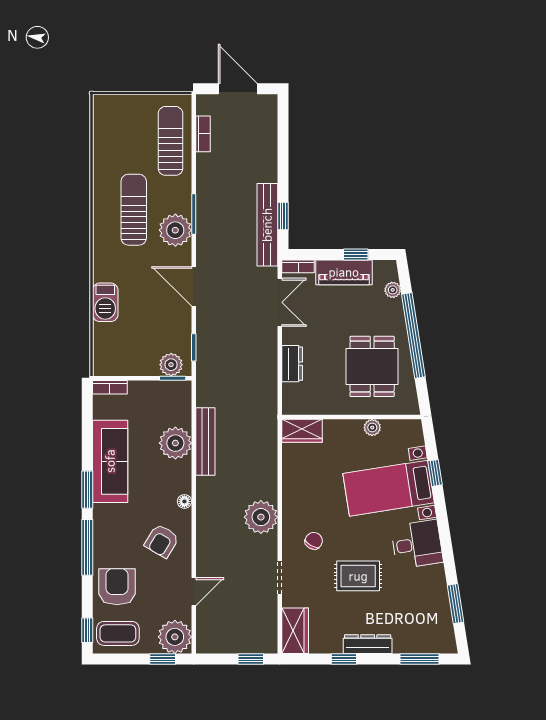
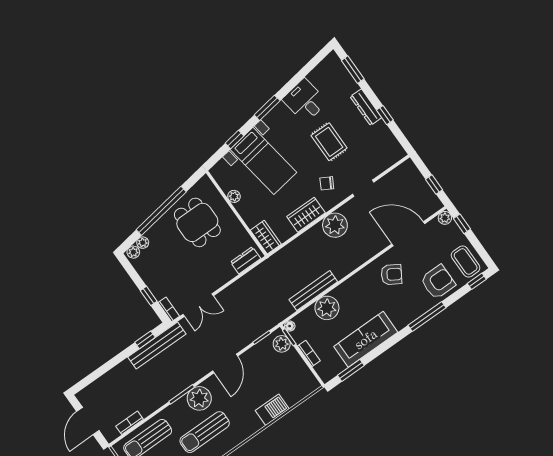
window: (356, 255) -> (149, 296), moved
piano: (344, 272) -> (153, 279), removed
plant: (389, 272) -> (133, 252), added
double door: (280, 302) -> (198, 305), swing flipped
dresser: (292, 364) -> (246, 260), moved
dining table: (372, 366) -> (197, 222), turned 90
bookcase: (110, 387) -> (309, 353), moved
window: (87, 490) -> (351, 370), moved
floor lamp: (184, 501) -> (290, 326), moved
desk: (417, 544) -> (305, 101), moved
armchair: (117, 587) -> (438, 282), turned 180
door: (194, 592) -> (408, 234), width x1.88
window: (456, 604) -> (267, 108), moved
wardrobe: (295, 631) -> (306, 215), moved
plant: (175, 637) -> (445, 218), width x0.53, depth x0.53
window: (251, 659) -> (434, 184), moved

